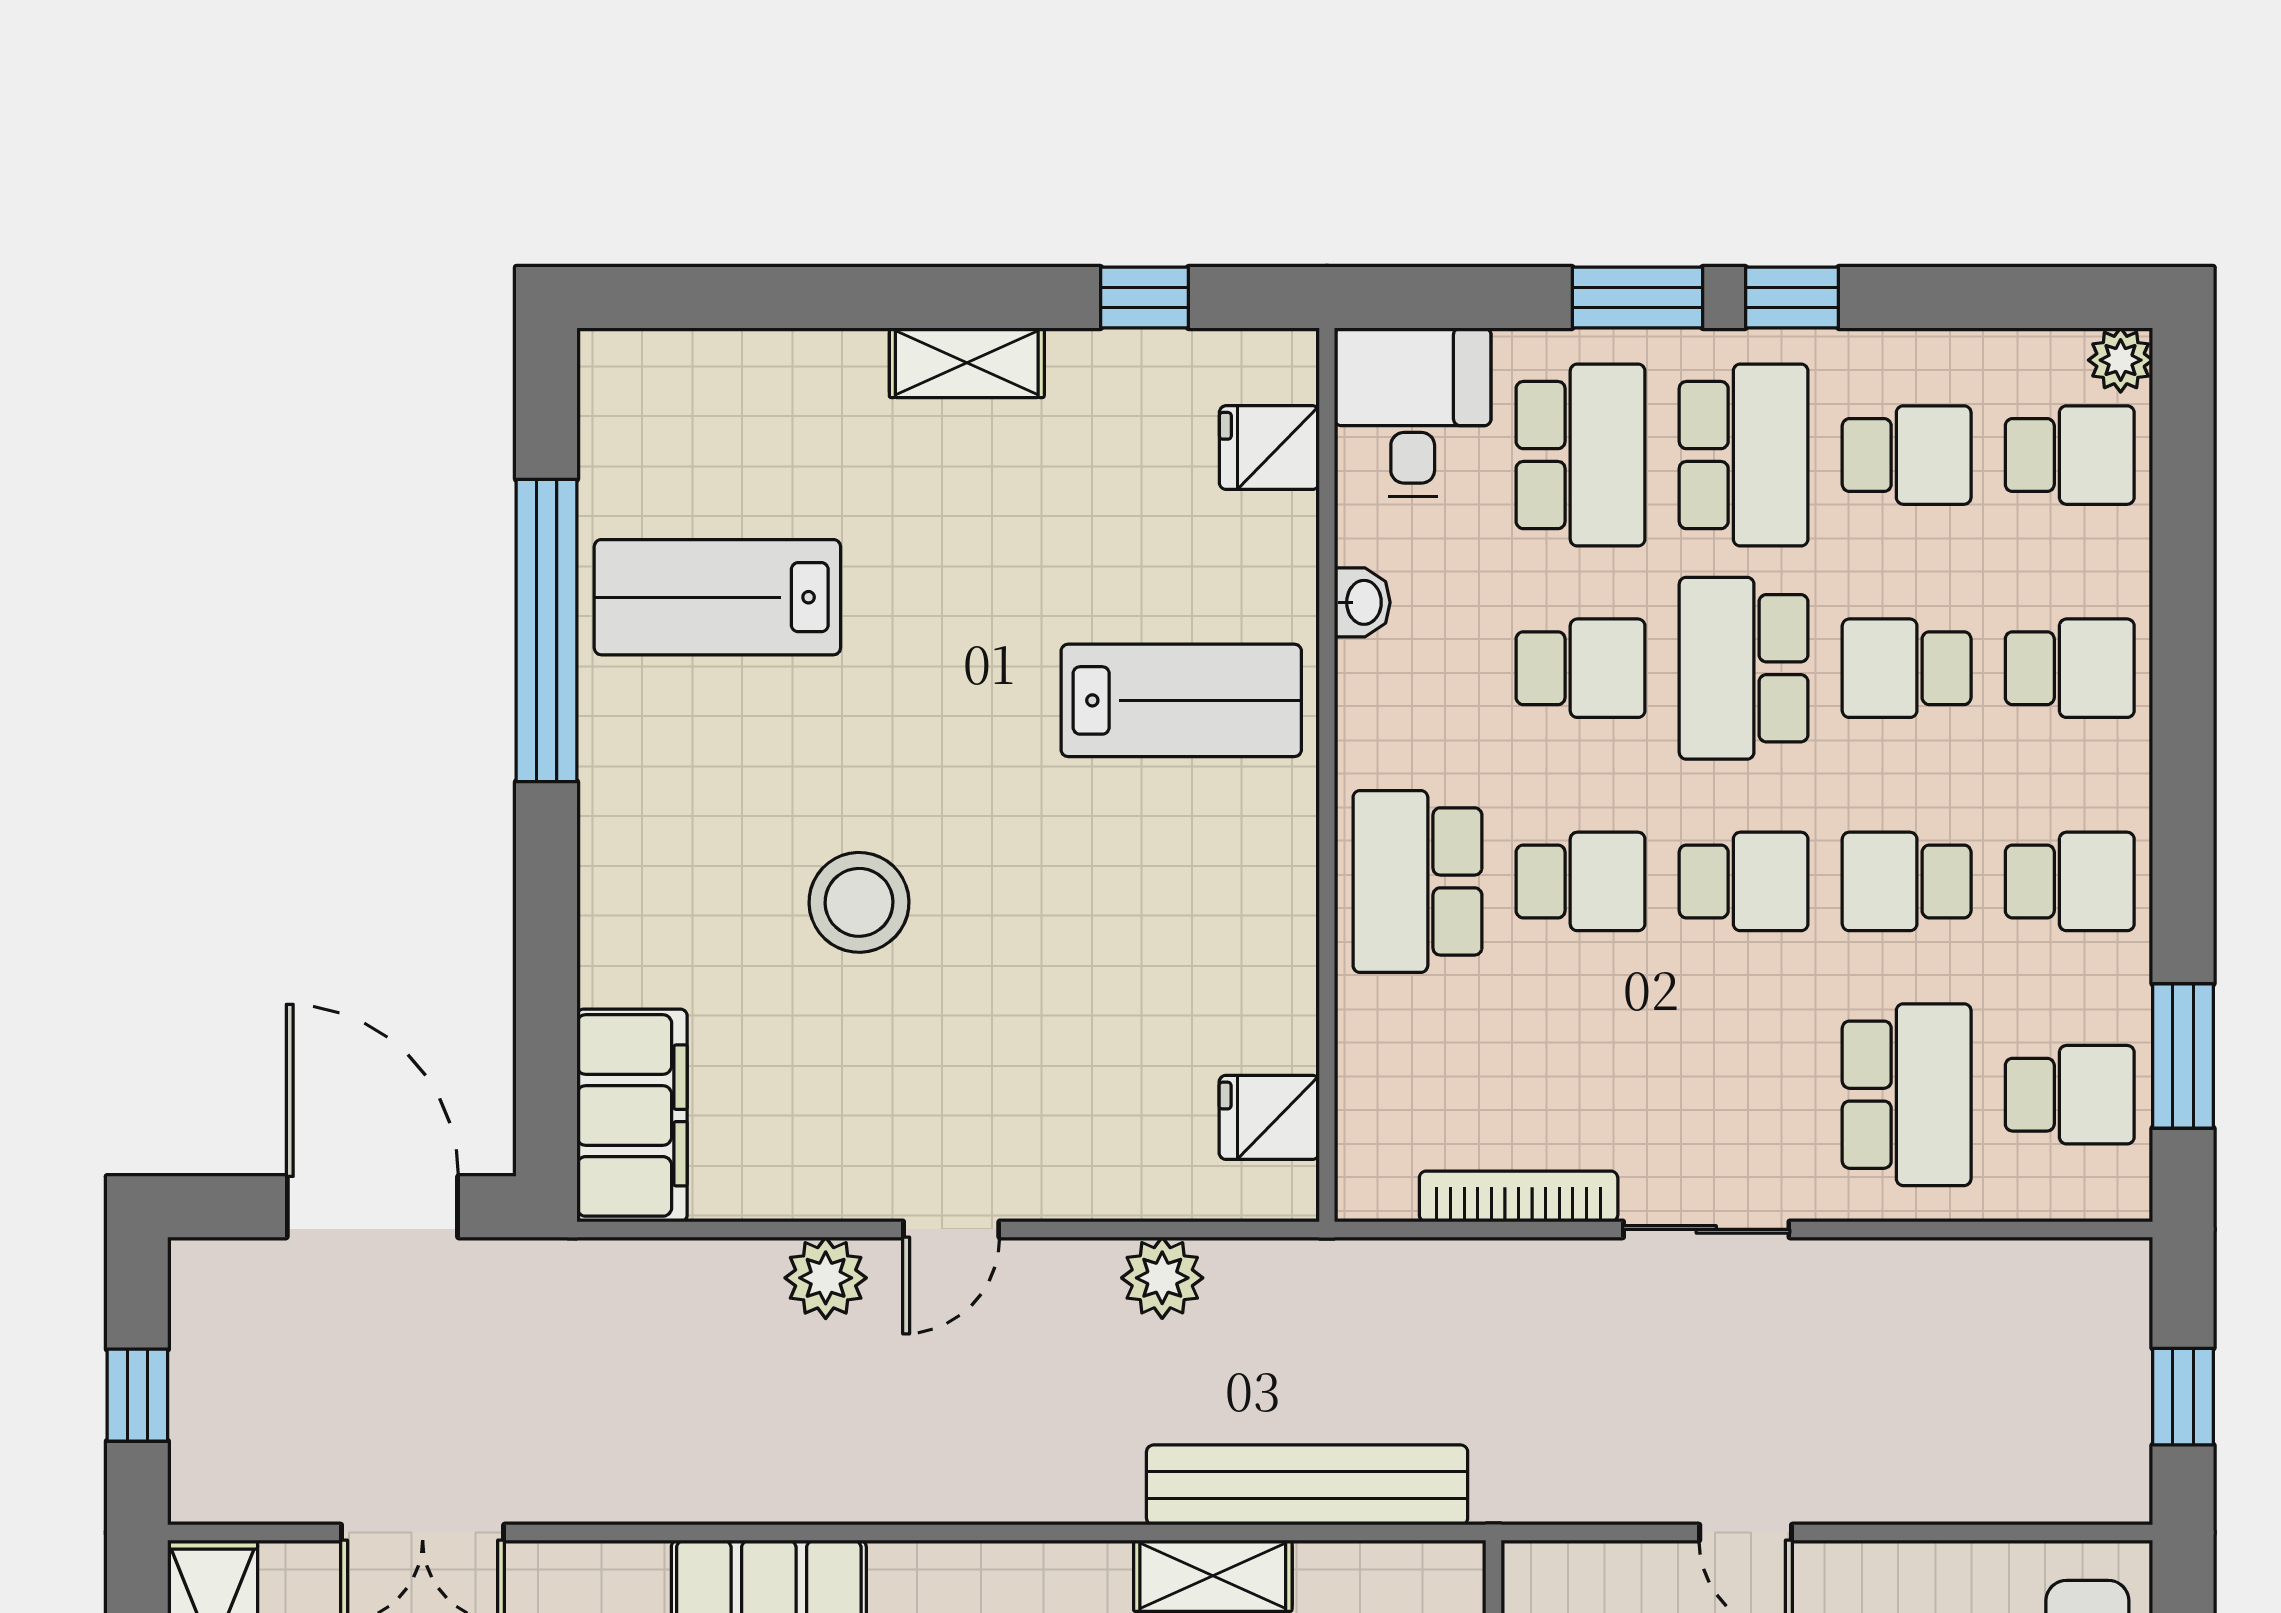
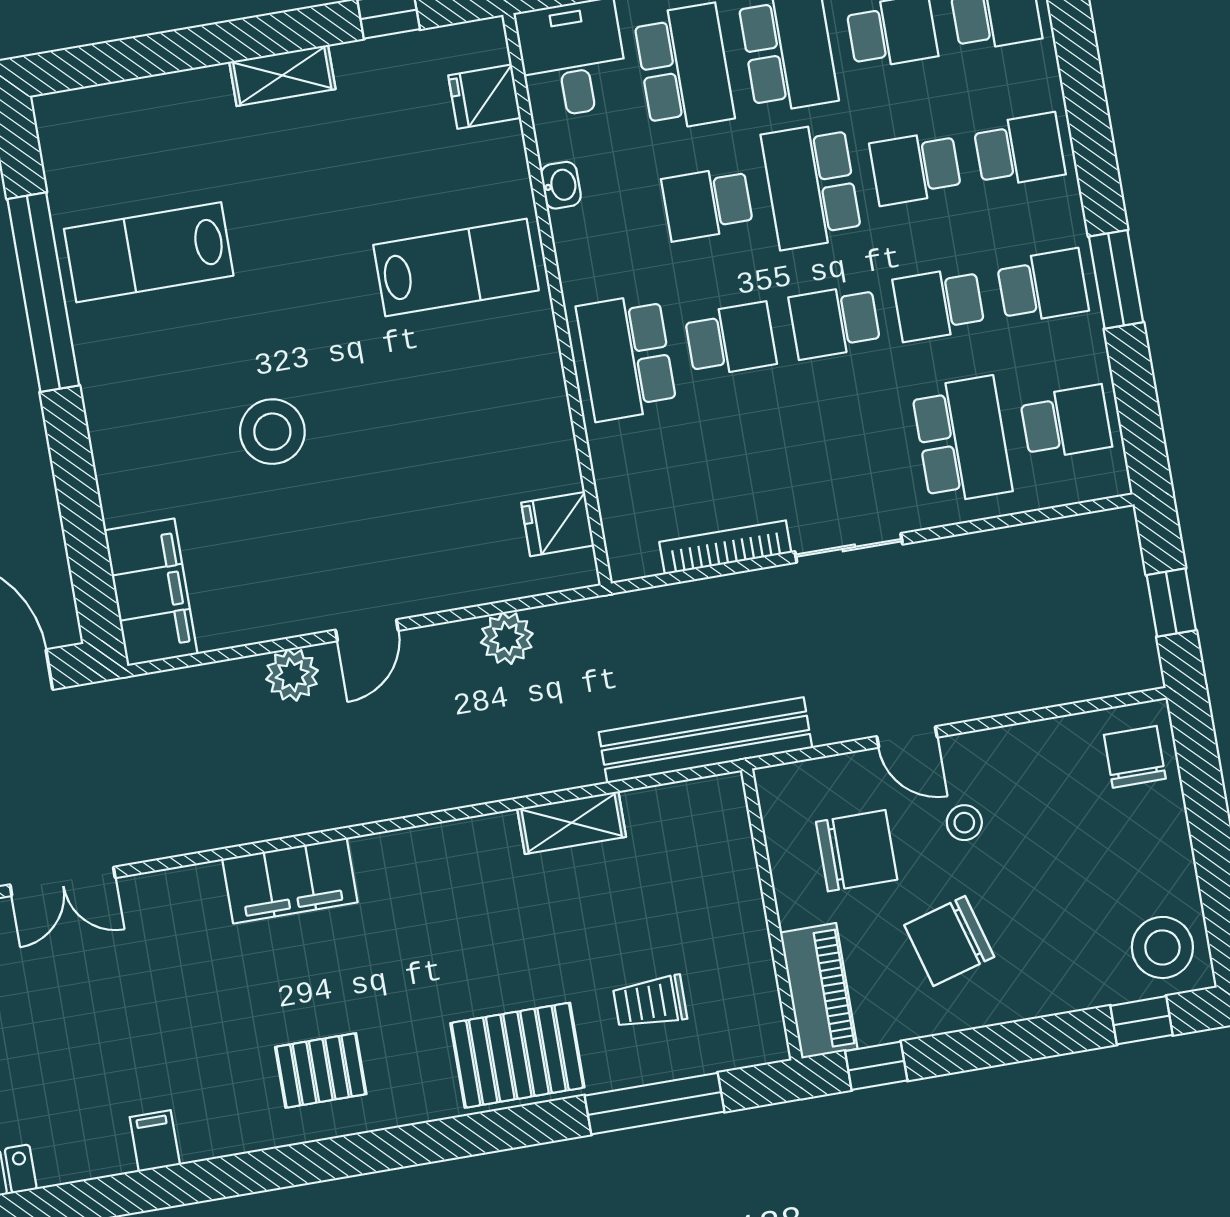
school desk: (1581, 668) -> (707, 203), turned 180
school desk: (1744, 881) -> (835, 322), turned 180
window: (2183, 1056) -> (1116, 279), moved
bench: (1307, 1485) -> (705, 740), moved

